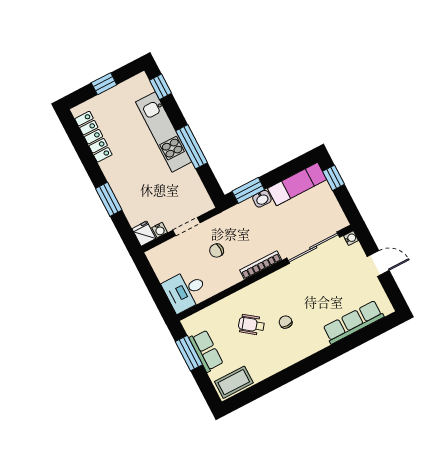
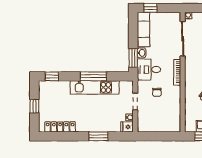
kitchen unit: (164, 132) -> (95, 87), moved
desk: (185, 291) -> (149, 70), moved, turned 90

